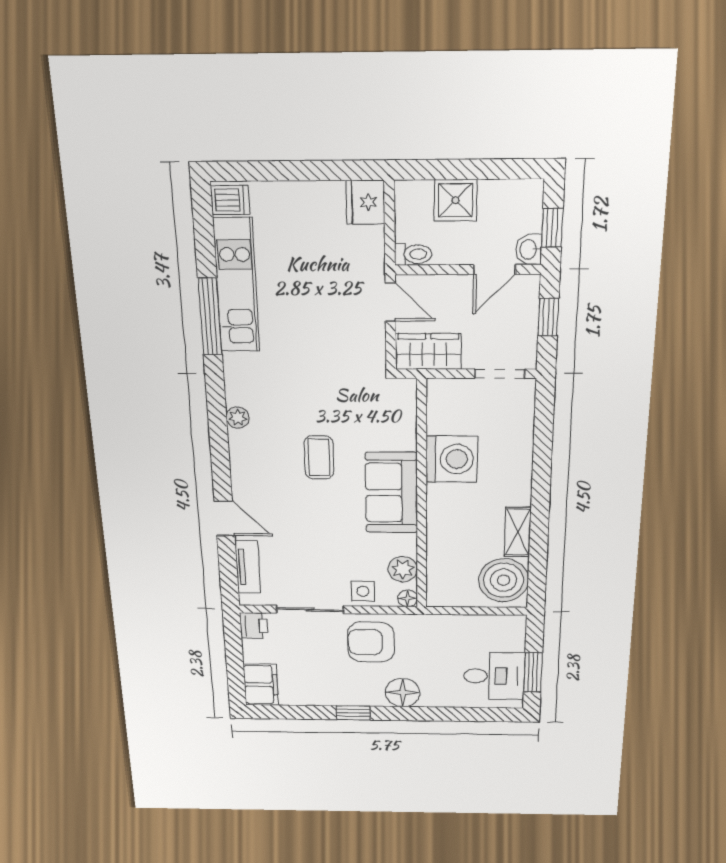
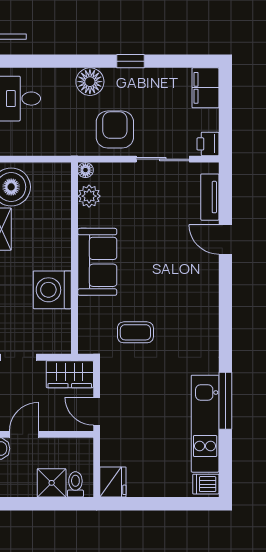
toilet: (413, 254) -> (75, 484), moved, turned 90
plant: (238, 418) -> (210, 323), removed
coffee table: (319, 457) -> (135, 332), moved, turned 90
side table: (363, 591) -> (120, 176), removed
armchair: (371, 642) -> (115, 130), turned -90

